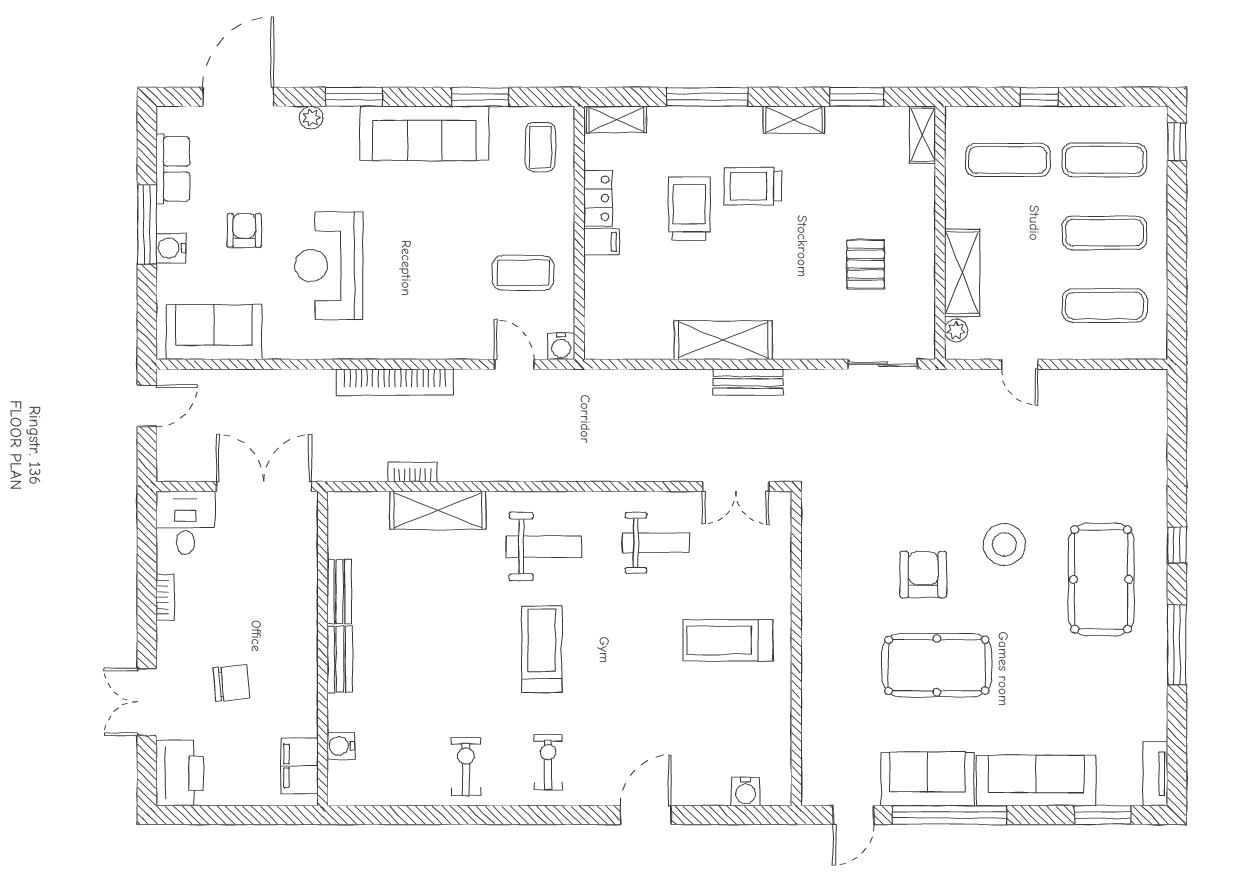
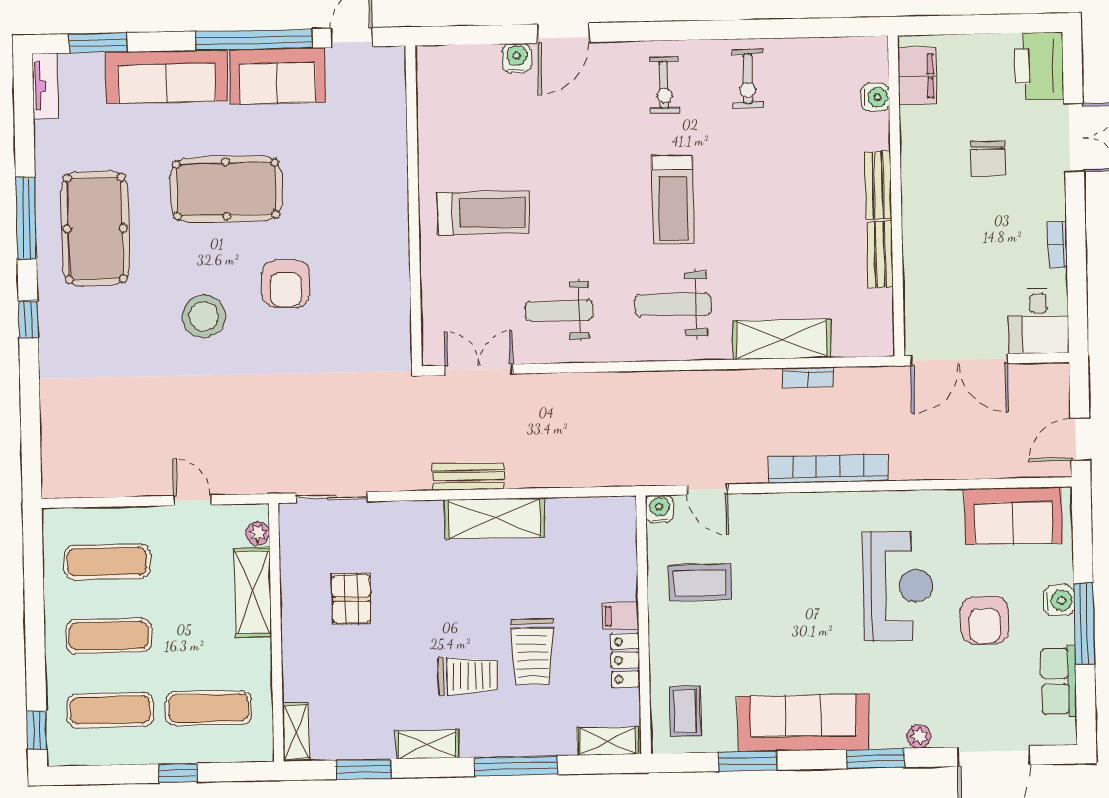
armchair: (244, 230) -> (985, 620), width x1.38, depth x1.38
pool table: (1101, 579) -> (95, 228), moved
pool table: (937, 665) -> (226, 189), moved
chair: (231, 683) -> (988, 159), turned -85
water cooler: (746, 792) -> (517, 58), moved

